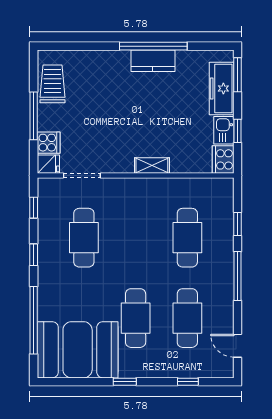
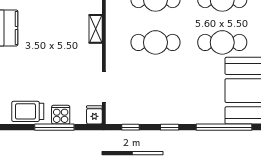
cooker: (49, 143) -> (61, 115), moved
cafe table: (84, 238) -> (155, 42), moved

